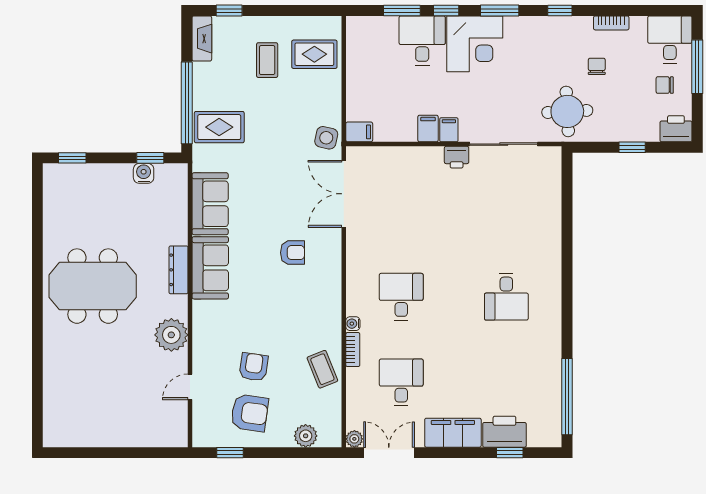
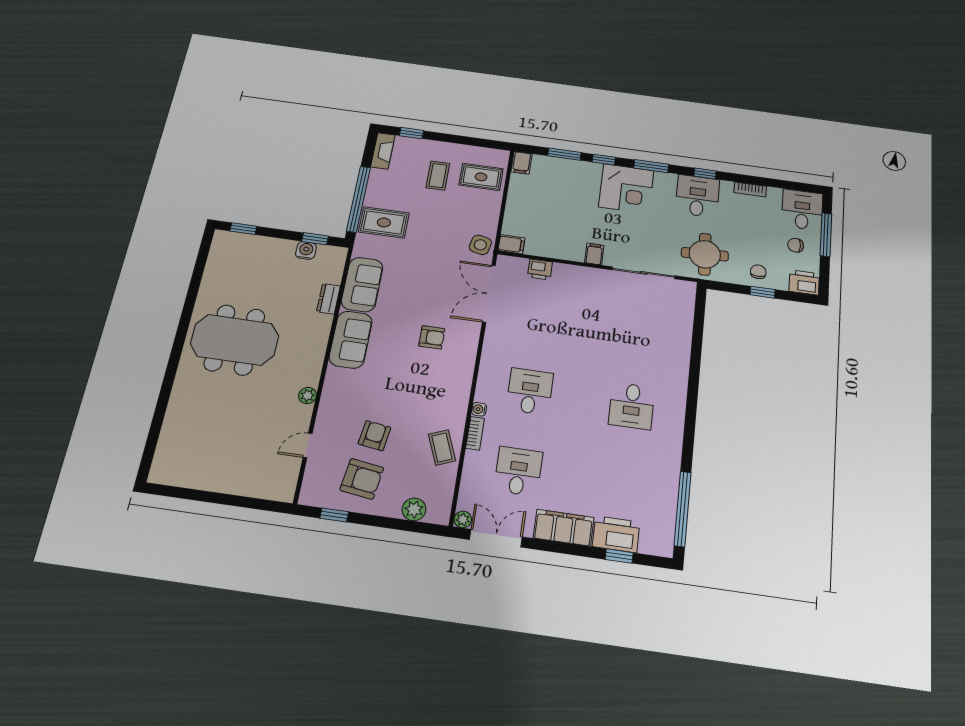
desk: (422, 41) -> (697, 196), moved
chair: (597, 66) -> (758, 272), moved
filing cabinet: (428, 128) -> (521, 163), moved, turned 180
printer: (457, 157) -> (540, 269), moved
dresser: (178, 270) -> (328, 299), moved, width x0.70
plant: (171, 335) -> (308, 396), width x0.53, depth x0.53

